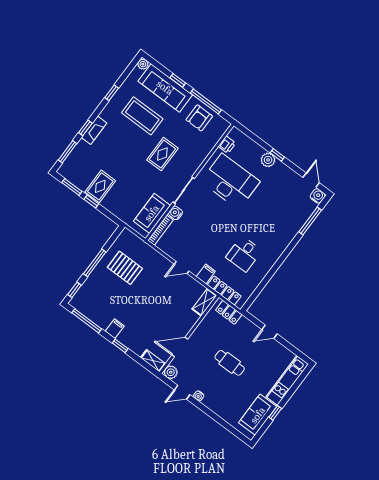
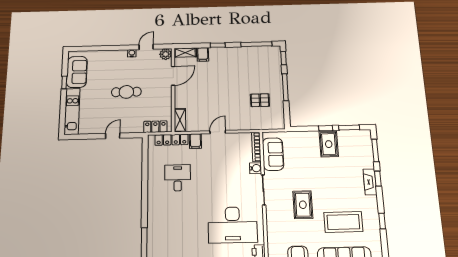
pallet: (125, 268) -> (260, 100), width x0.67, depth x0.71
filing cabinet: (115, 329) -> (203, 54), moved

